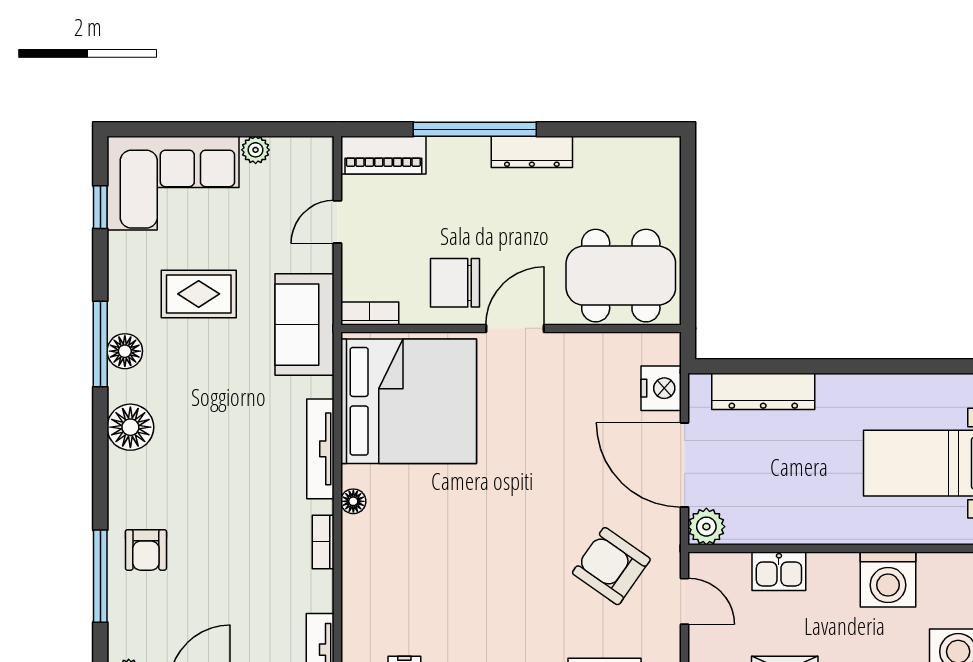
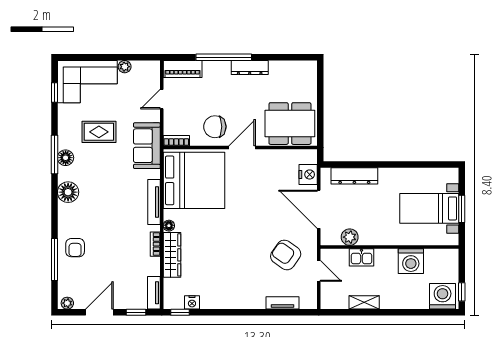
plant: (706, 527) -> (350, 237), moved
wardrobe: (360, 566) -> (172, 255), added

